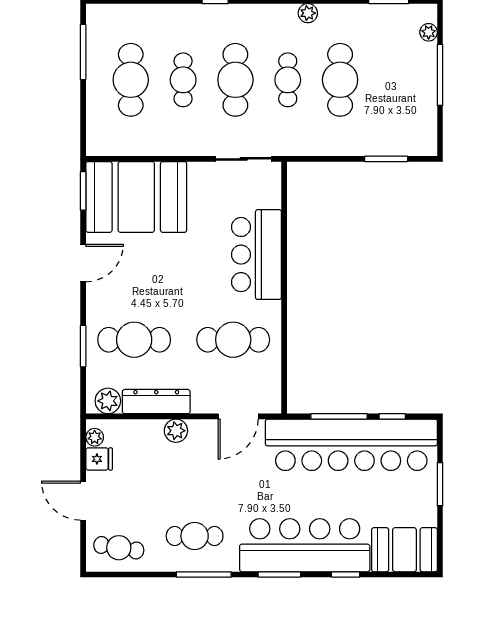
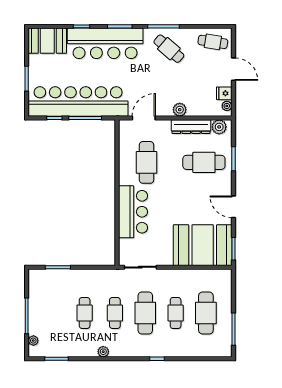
cafe table: (340, 80) -> (85, 313), width x0.73, depth x0.74
door: (83, 263) -> (233, 207), hinge flipped
cafe table: (233, 340) -> (147, 162), turned 90
cafe table: (195, 536) -> (169, 49), turned 41

